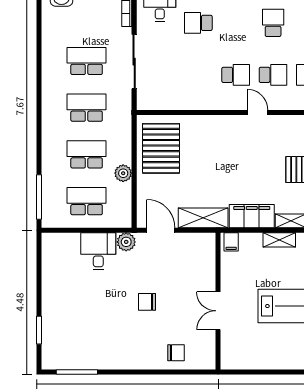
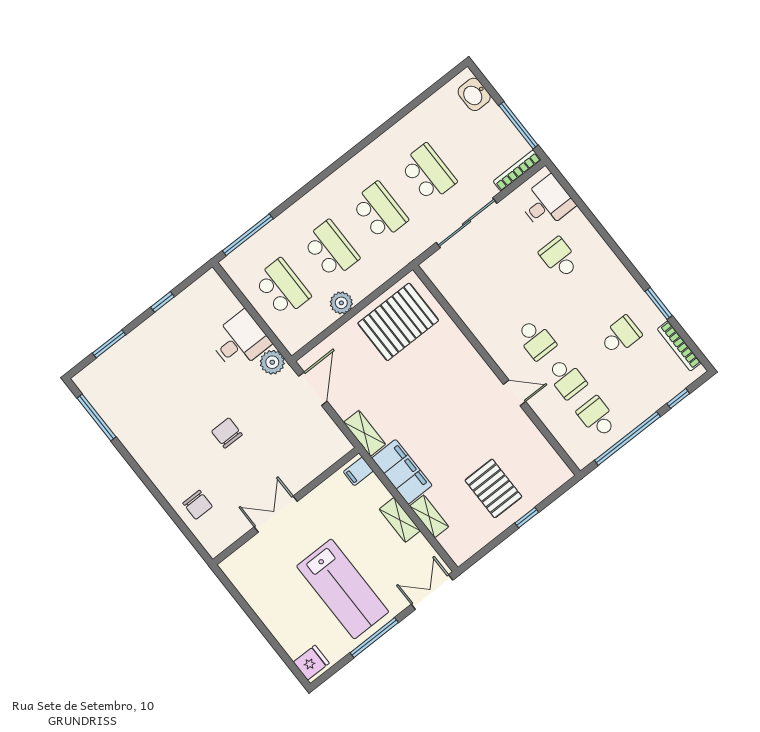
door: (257, 113) -> (514, 393), hinge flipped
shelving: (203, 218) -> (365, 433), width x0.67, depth x0.75
window: (39, 279) -> (162, 302), added

